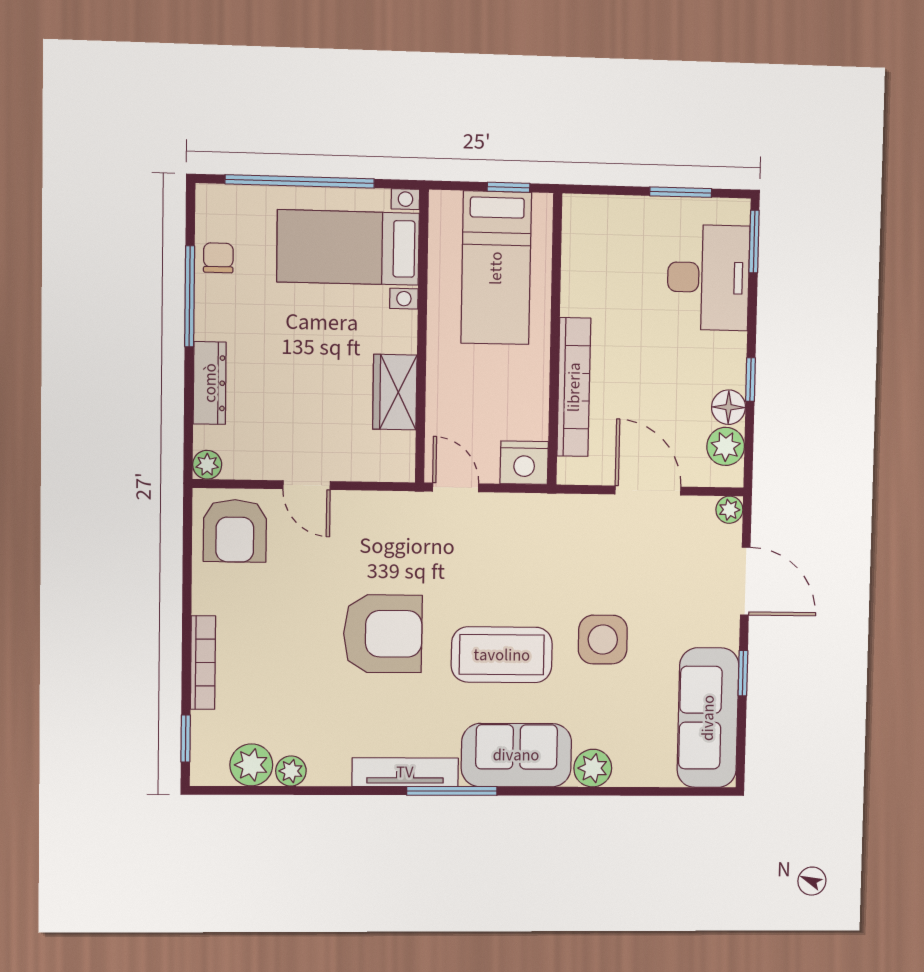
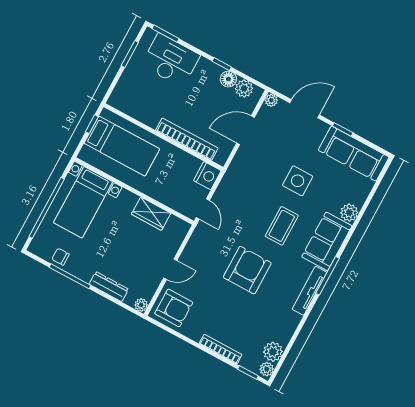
door: (456, 487) -> (203, 209), swing flipped
coffee table: (502, 655) -> (282, 226), width x0.73, depth x0.76
plant: (291, 771) -> (267, 369), moved

